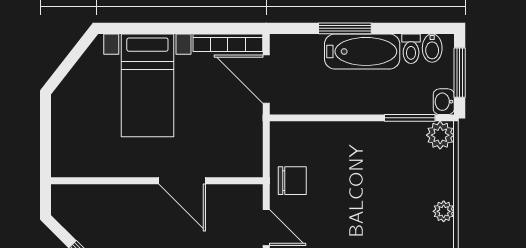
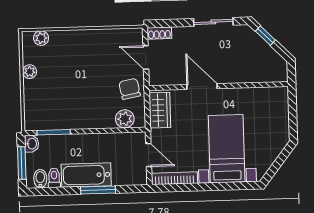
door: (266, 79) -> (149, 155), width x0.73
plant: (440, 135) -> (125, 119), moved
wardrobe: (247, 147) -> (160, 110), added
chair: (292, 181) -> (130, 89), turned 79

